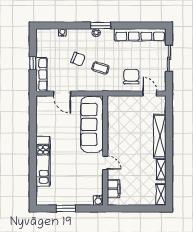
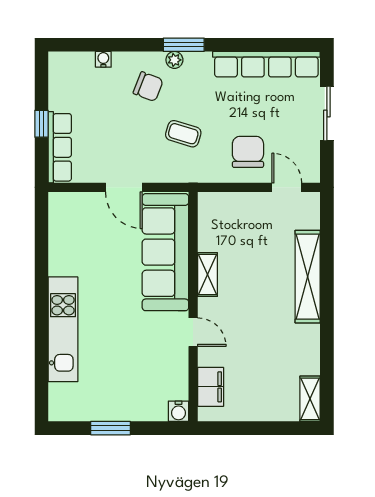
chair: (78, 59) -> (148, 87), moved
door: (62, 94) -> (124, 187), moved
shelving: (161, 169) -> (207, 275), moved

